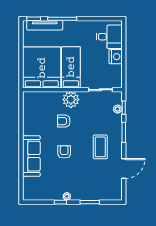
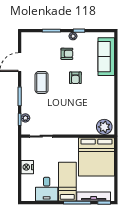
desk: (109, 37) -> (47, 189), moved, turned -90
bed: (71, 67) -> (67, 182), moved, turned 180
plant: (71, 100) -> (104, 127), moved
armchair: (64, 121) -> (67, 54), moved
sofa: (31, 156) -> (106, 57), moved

